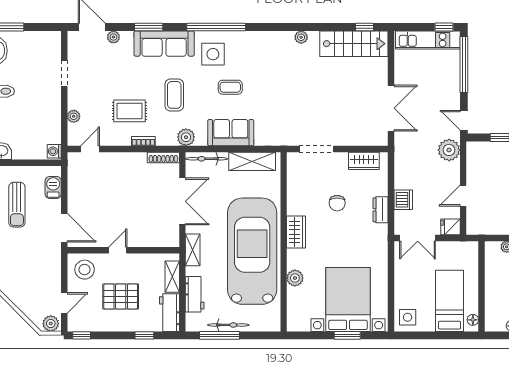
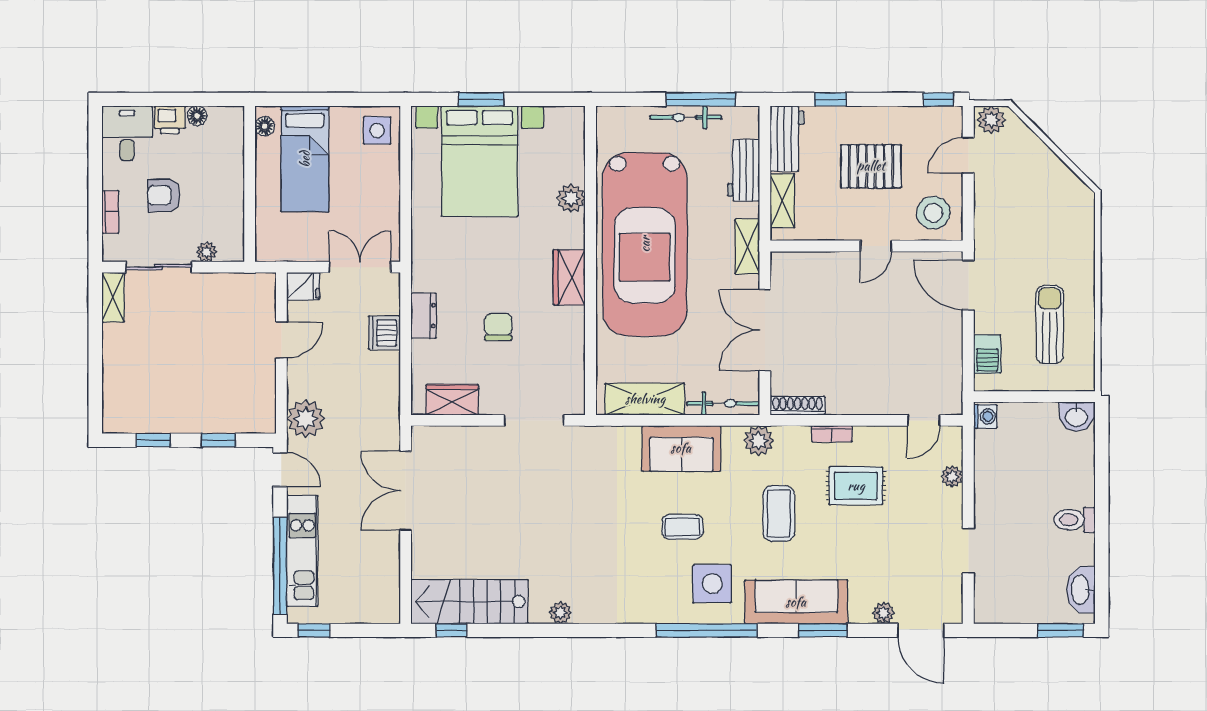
kitchen unit: (428, 40) -> (302, 551), moved, turned 90

